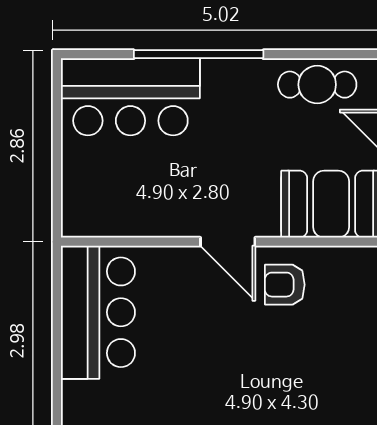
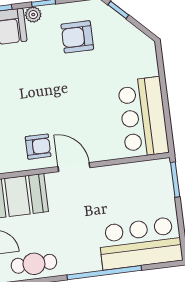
window: (57, 198) -> (175, 180), added

